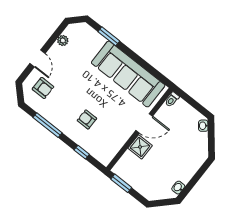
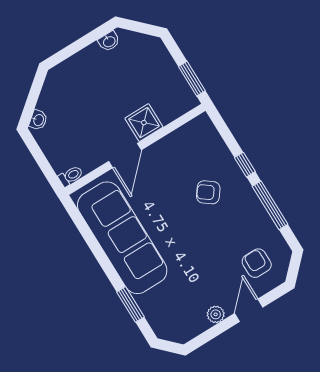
plant: (63, 40) -> (216, 314), moved
armchair: (87, 119) -> (208, 192), turned 127
door: (144, 123) -> (125, 156), swing flipped
window: (82, 152) -> (245, 165), moved

